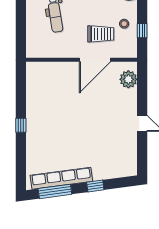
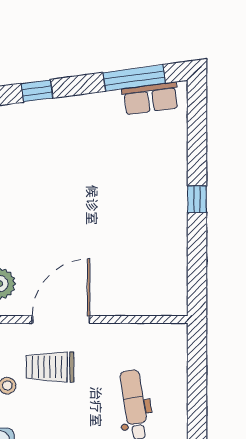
row of seats: (61, 178) -> (150, 98), width x0.50
window: (95, 186) -> (37, 91), moved

